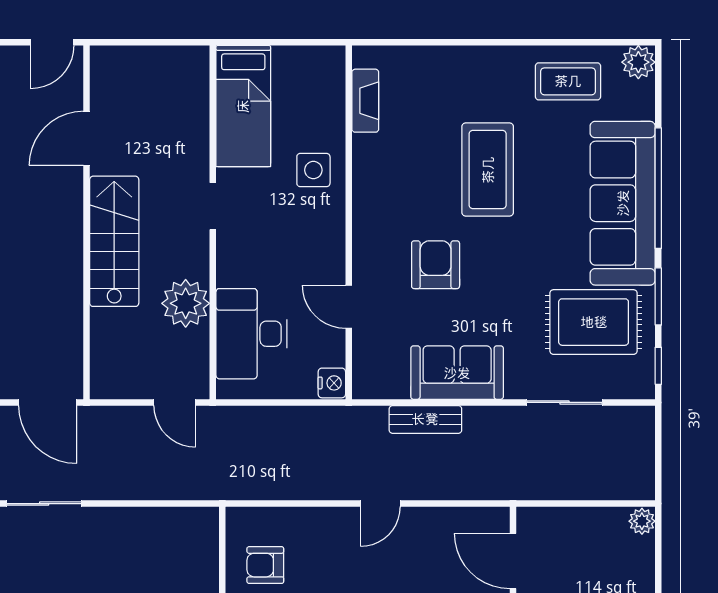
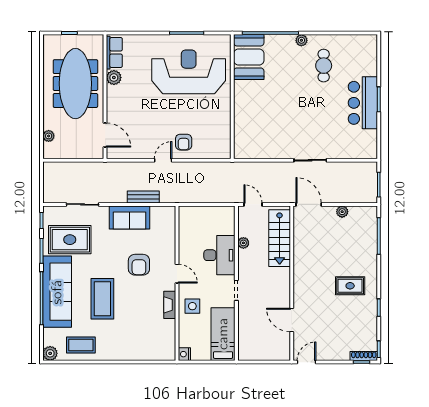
fireplace: (365, 101) -> (170, 305), moved
door: (86, 138) -> (292, 320), swing flipped
coffee table: (488, 170) -> (102, 299), moved
stairs: (114, 241) -> (280, 238), moved
plant: (186, 303) -> (243, 243), width x0.53, depth x0.53
door: (349, 307) -> (177, 274), moved
desk: (251, 334) -> (219, 255), moved
nightstand: (332, 383) -> (184, 354), moved
plant: (642, 521) -> (49, 136), moved
armchair: (265, 565) -> (184, 142), moved, turned 90

